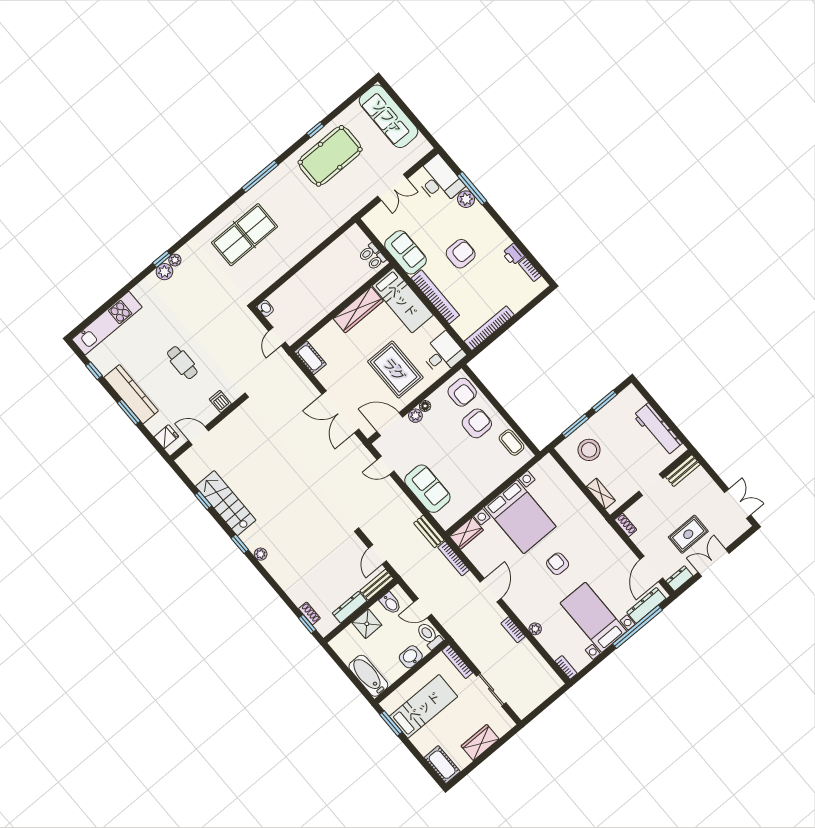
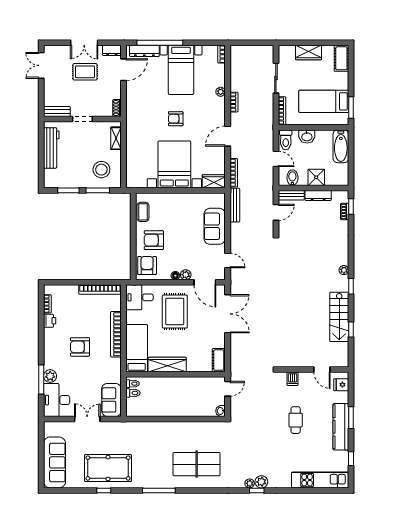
sofa: (405, 252) -> (111, 400), moved
bench: (429, 531) -> (235, 205), width x1.36
armchair: (558, 564) -> (176, 119), turned 90

